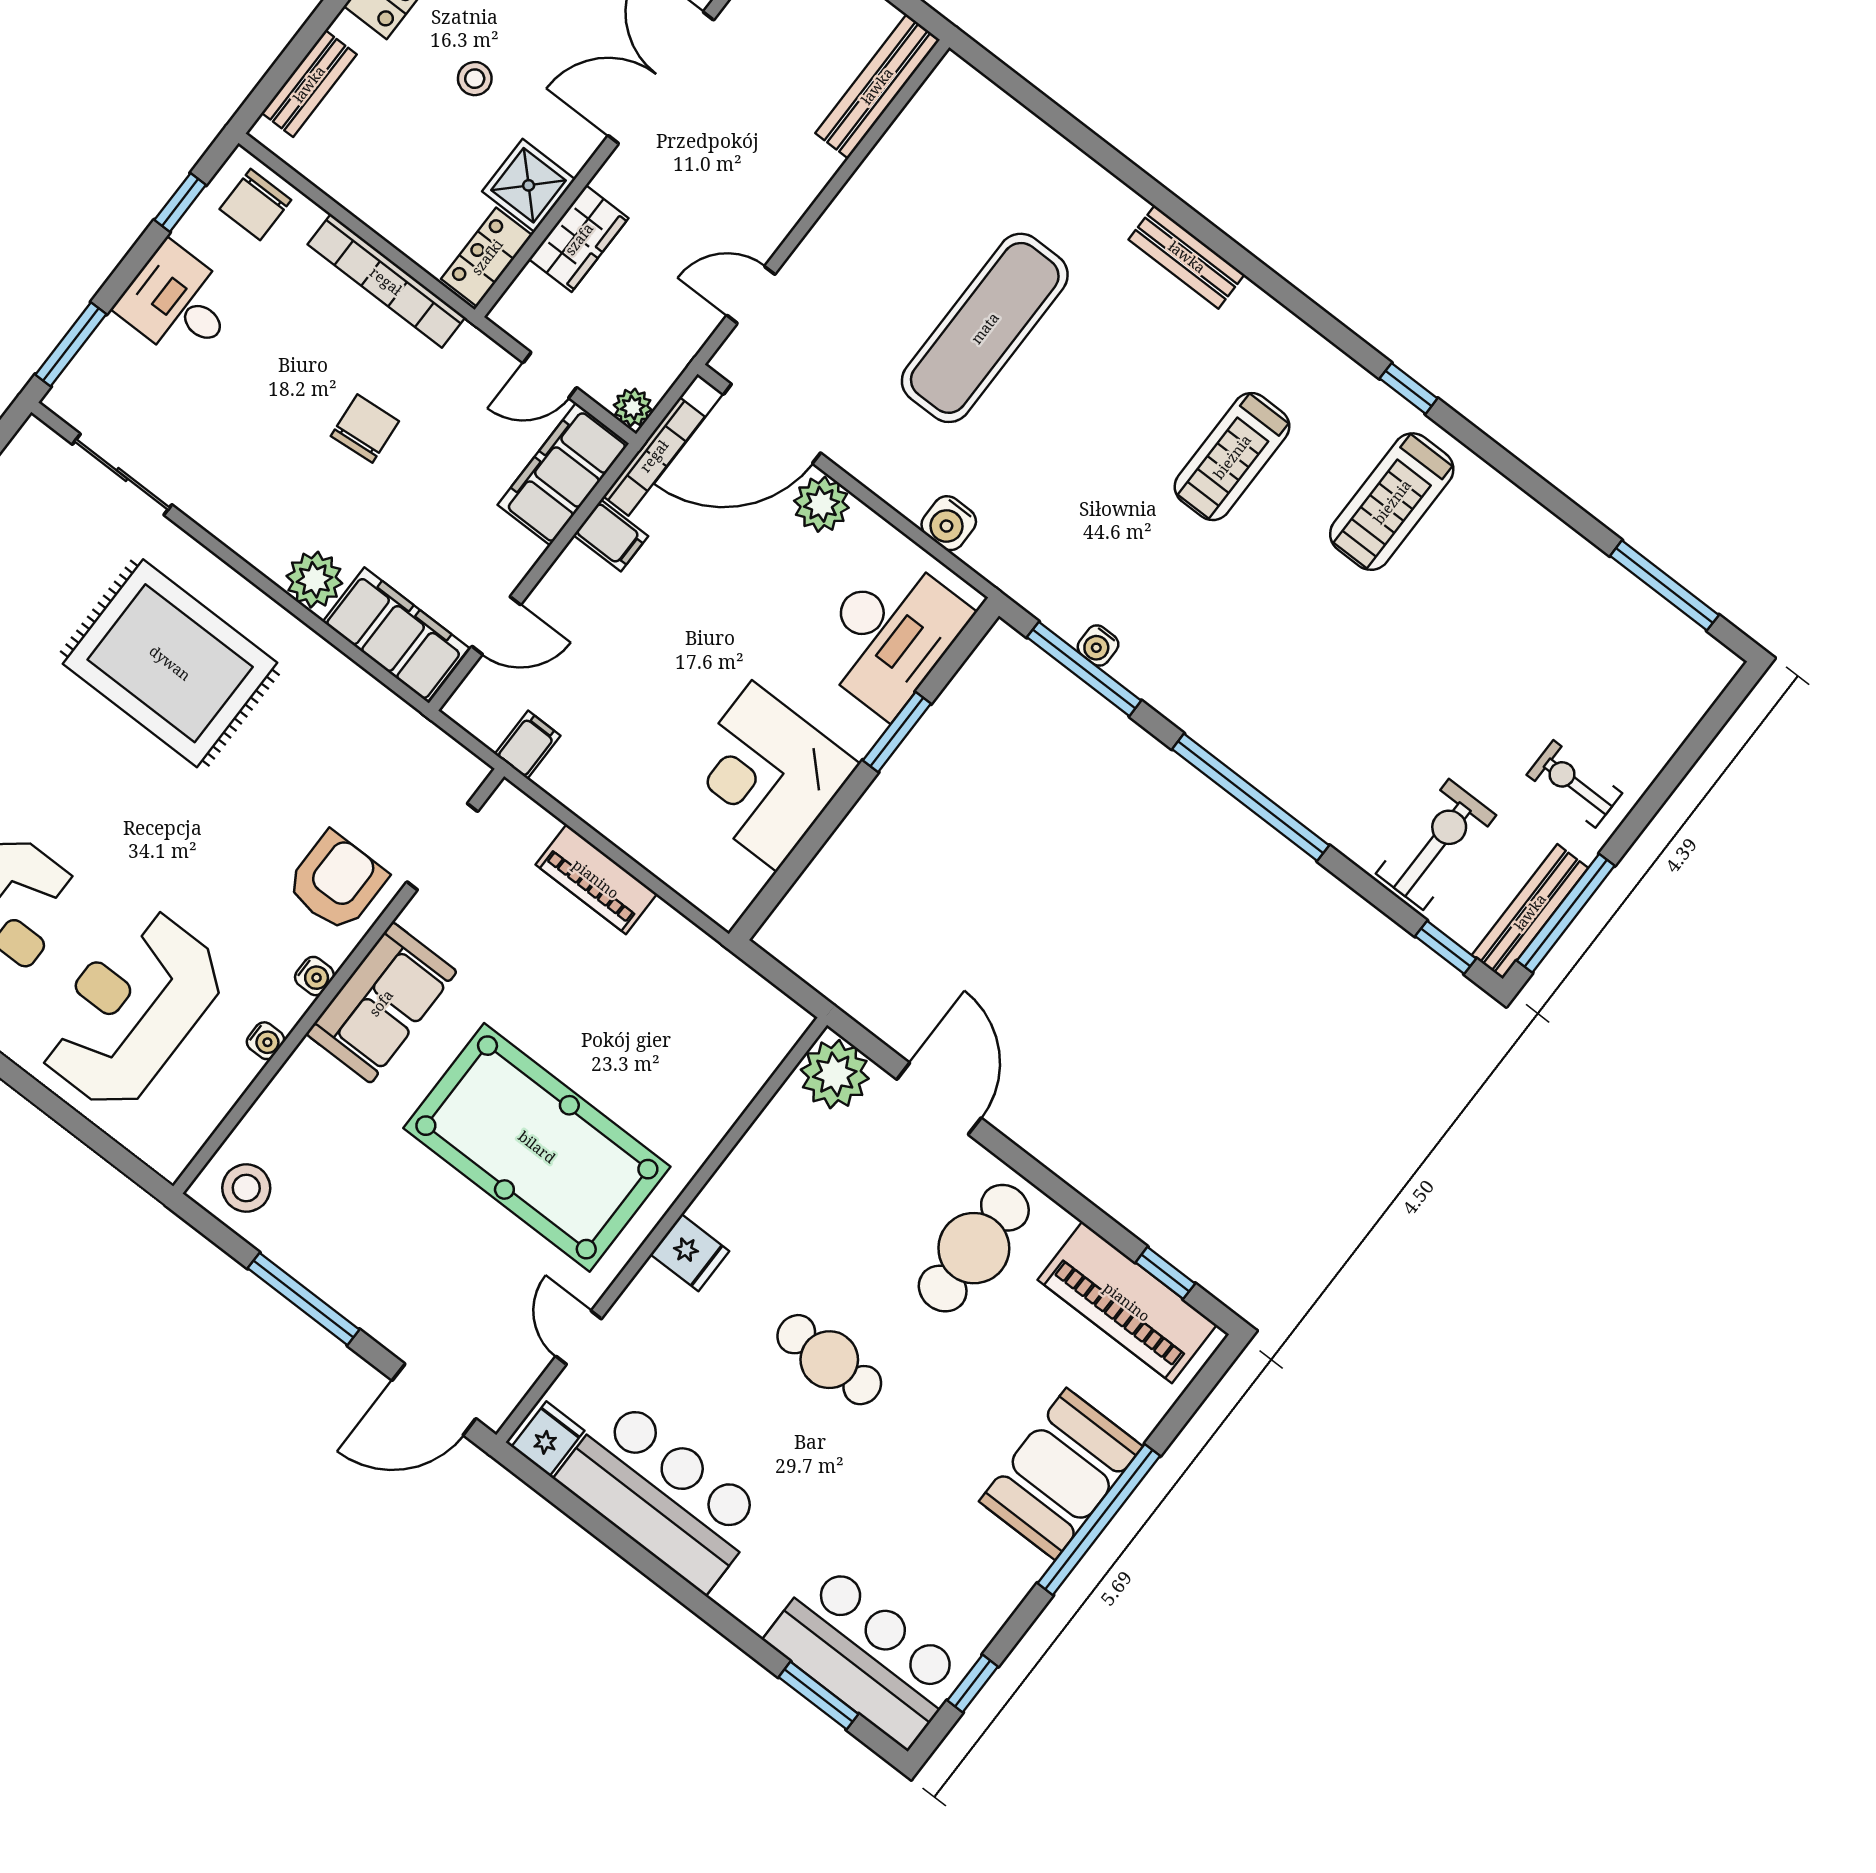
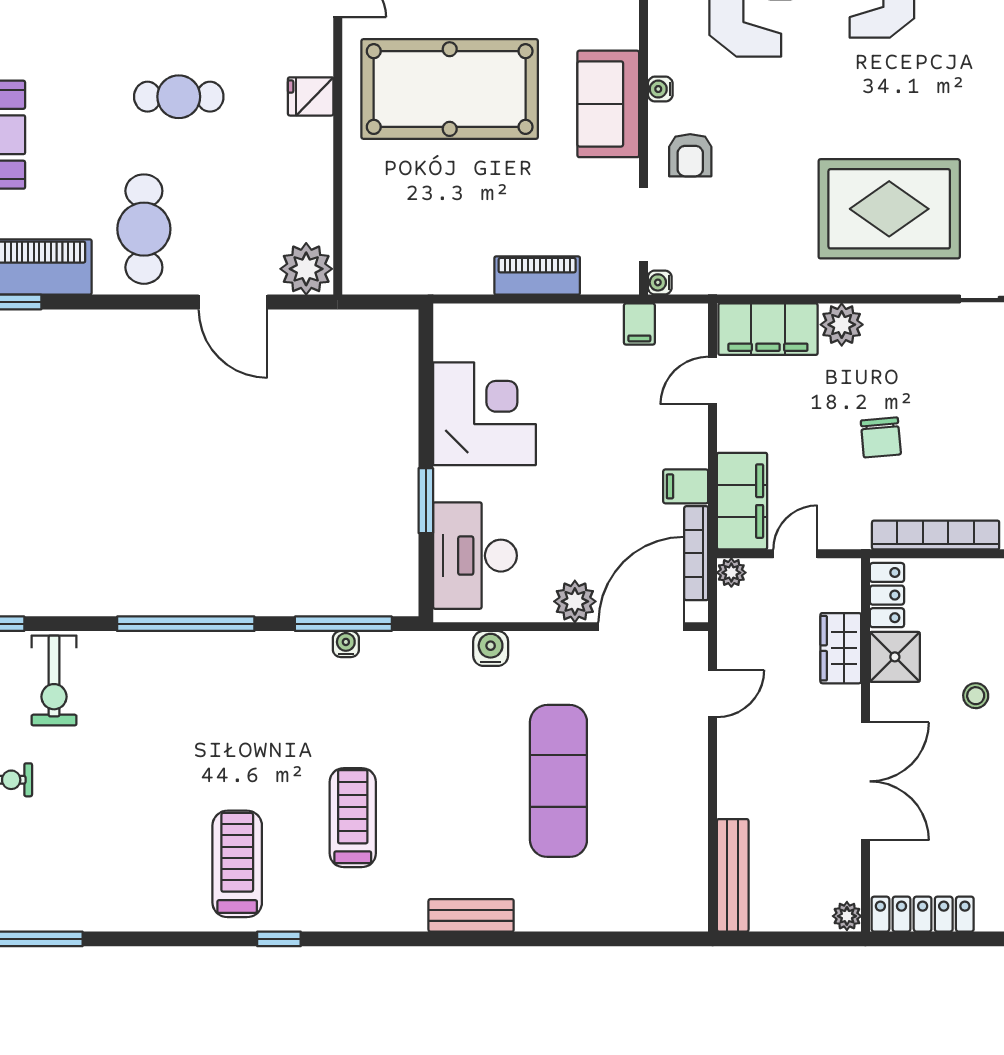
armchair: (337, 882) -> (690, 155), width x0.72, depth x0.72
water cooler: (265, 1041) -> (660, 282), moved

